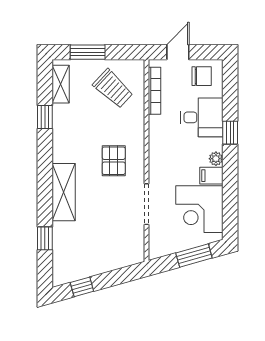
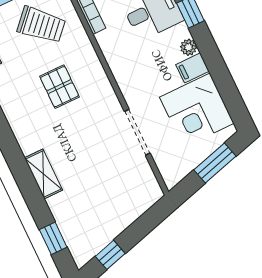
pallet: (114, 161) -> (59, 87), moved
shelving: (64, 192) -> (43, 174), width x0.67, depth x0.75
window: (45, 238) -> (53, 238), moved

